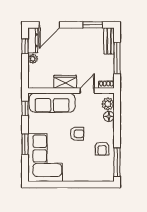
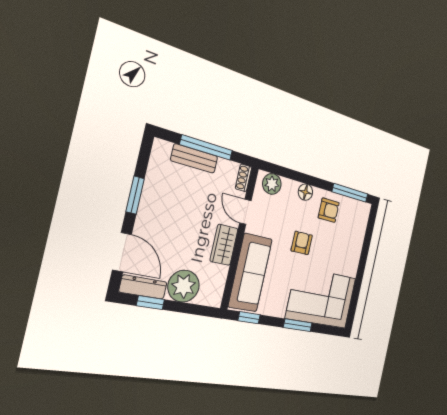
window: (93, 25) -> (135, 195), moved
bench: (109, 41) -> (194, 158), moved
plant: (33, 59) -> (184, 286), width x1.88, depth x1.88
floor lamp: (109, 116) -> (305, 192), moved

